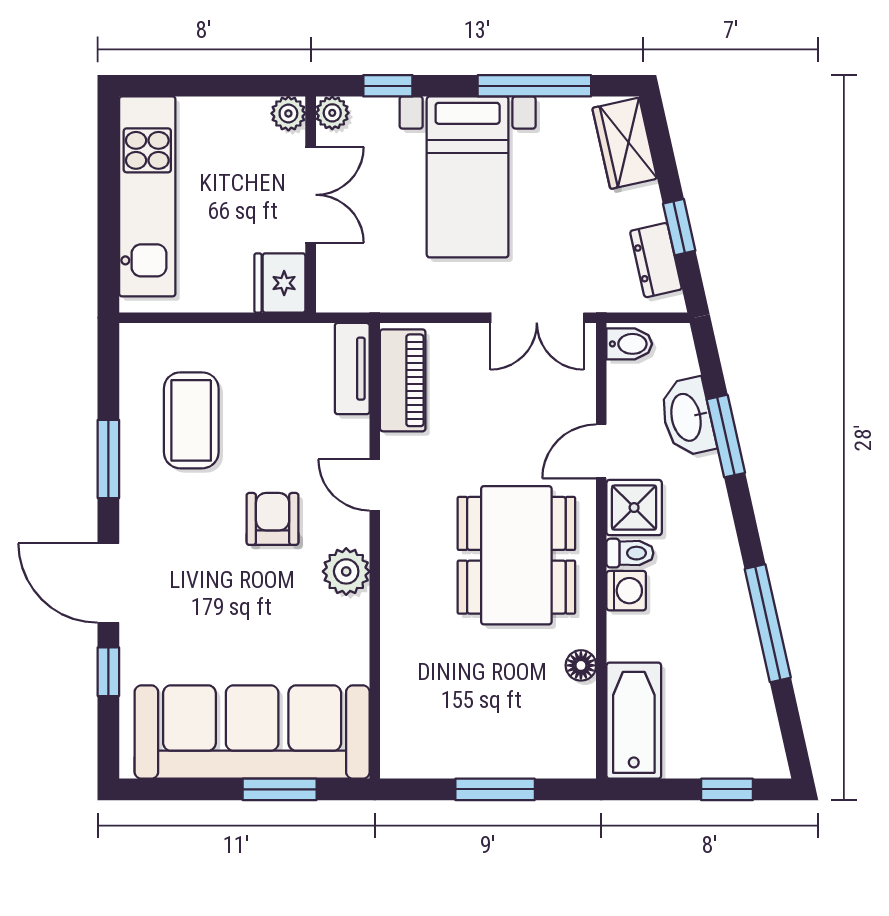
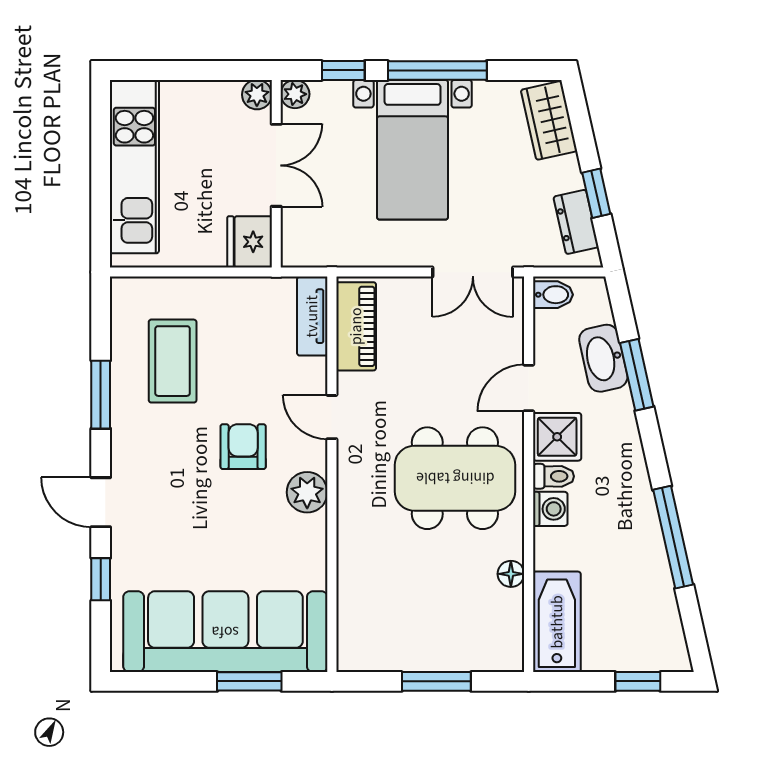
window: (534, 86) -> (437, 70), moved
dining table: (516, 555) -> (455, 478), turned 90
door: (108, 583) -> (101, 502), width x0.73

